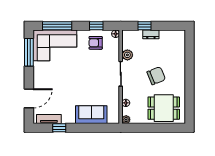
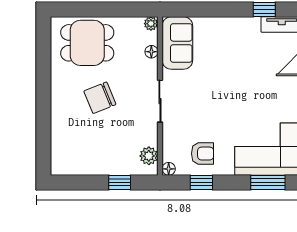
window: (57, 26) -> (268, 182), width x0.69
dresser: (151, 34) -> (109, 168), removed
plant: (127, 55) -> (149, 156), moved
sofa: (91, 115) -> (177, 43), moved, turned -90

